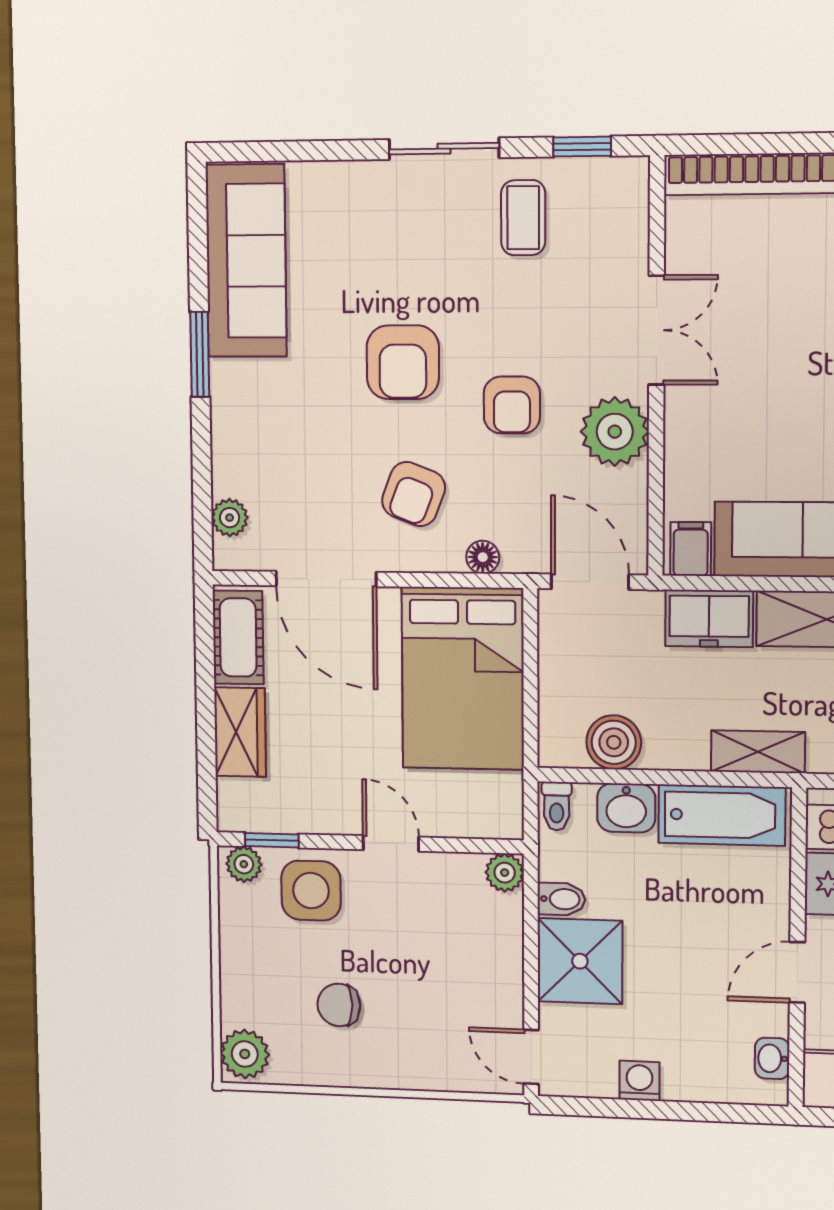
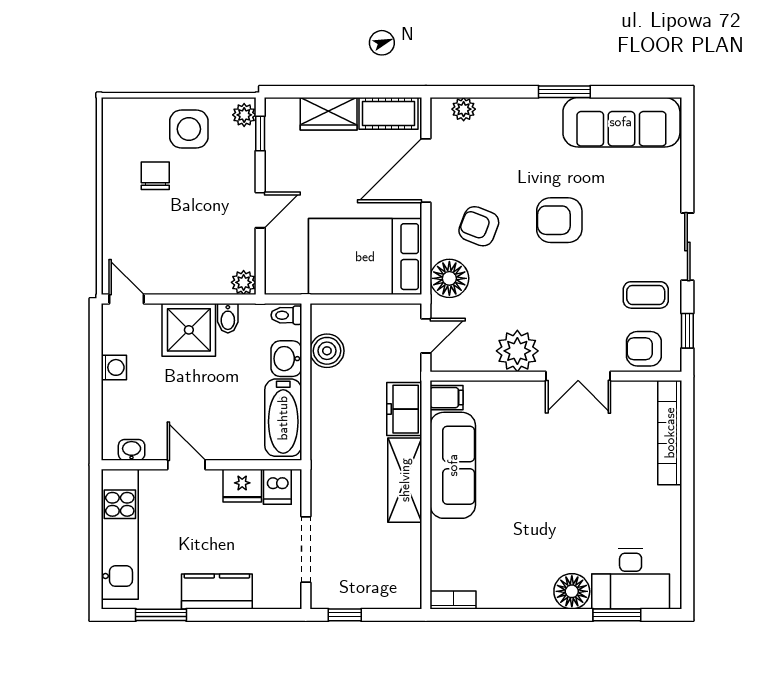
armchair: (512, 405) -> (644, 349), moved
floor lamp: (483, 557) -> (449, 278), width x1.89, depth x1.89
door: (590, 582) -> (426, 336), width x0.73
shelving: (758, 752) -> (323, 439), removed
side table: (311, 891) -> (189, 129), moved
plant: (245, 1054) -> (121, 114), removed
door: (531, 1057) -> (126, 299), hinge flipped

